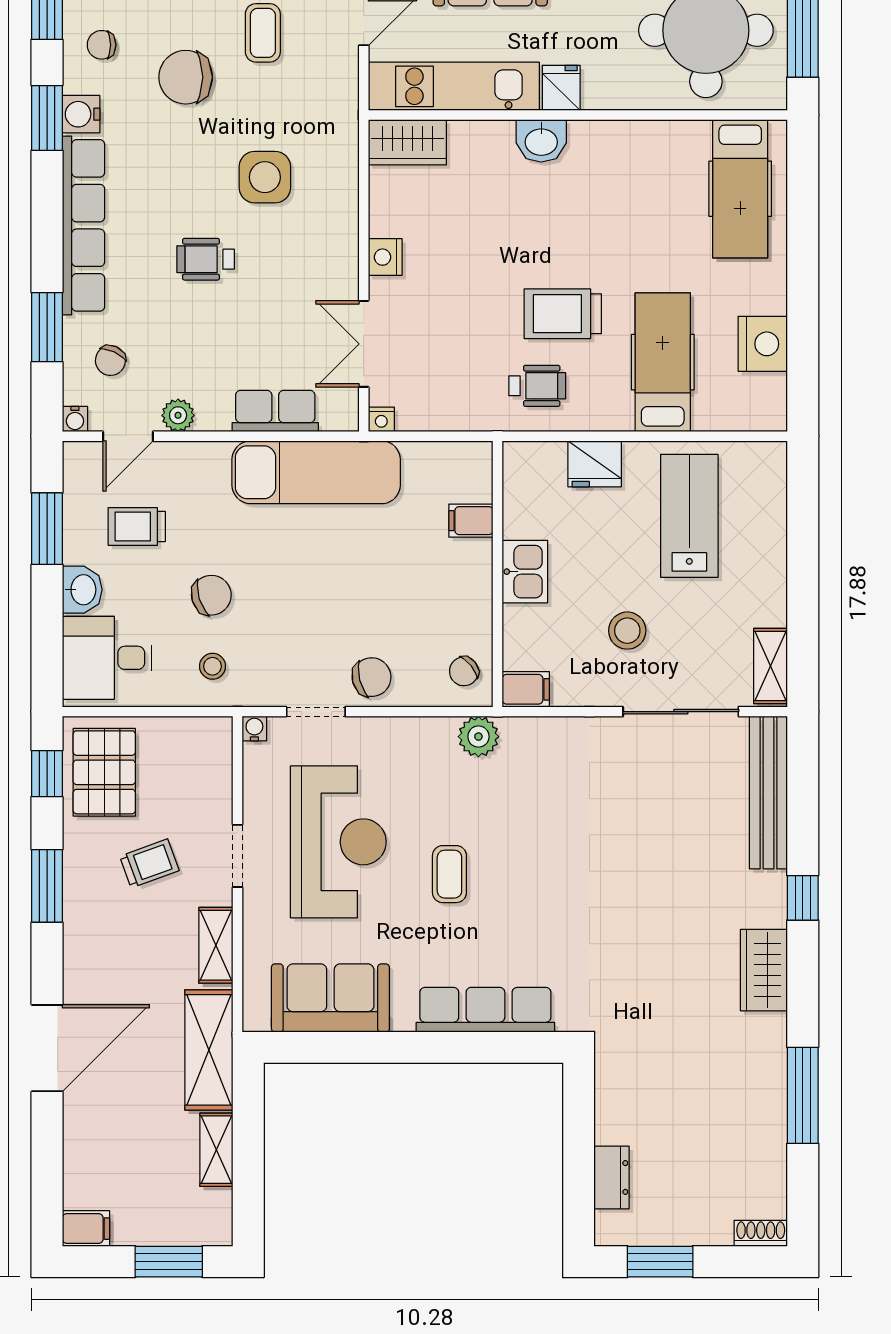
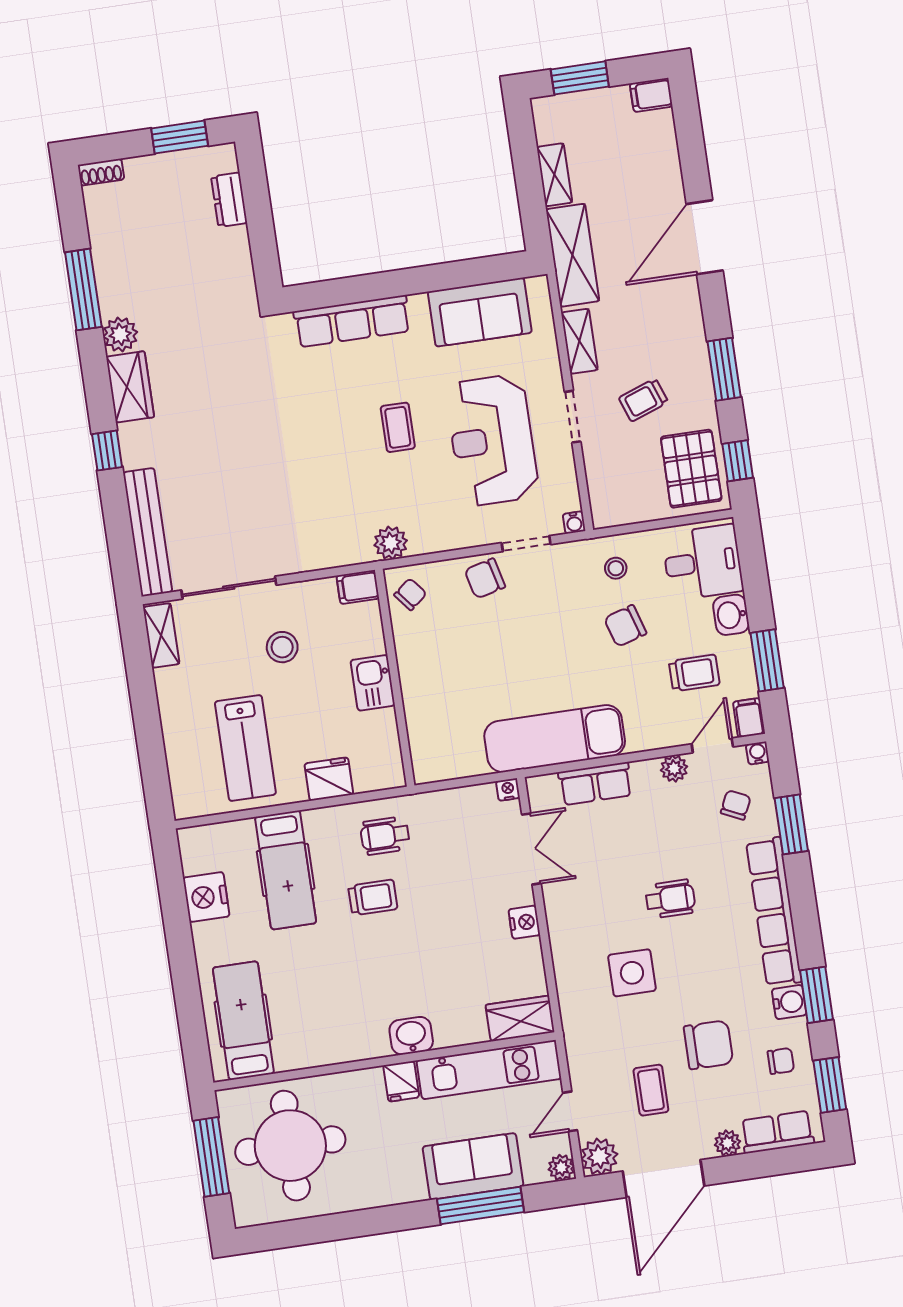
trolley: (563, 314) -> (373, 897), width x0.73, depth x0.72
filing cabinet: (471, 521) -> (749, 718), moved, turned -90
plant: (766, 1035) -> (120, 334), added

